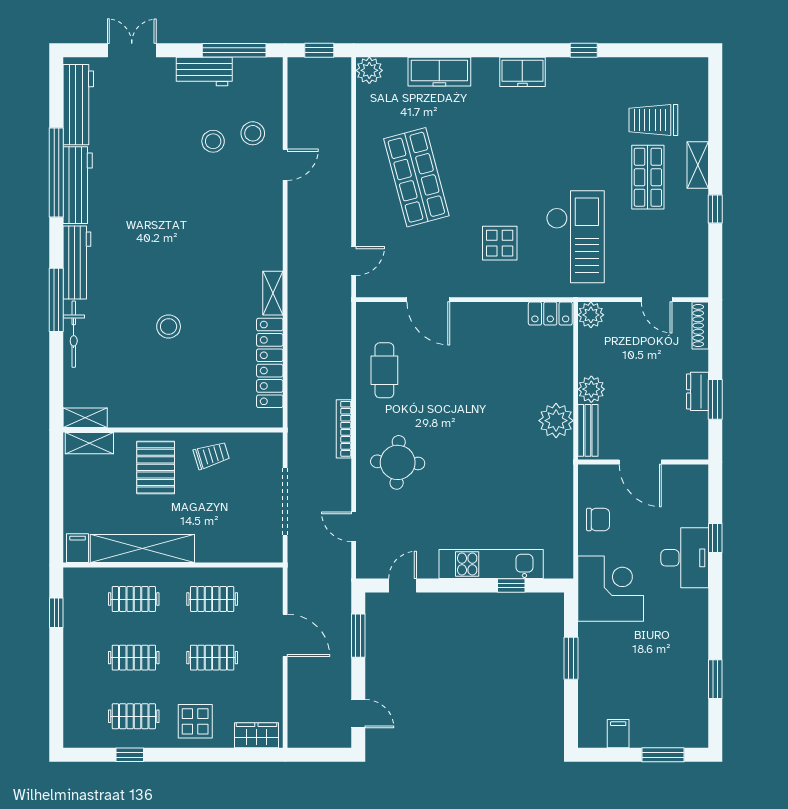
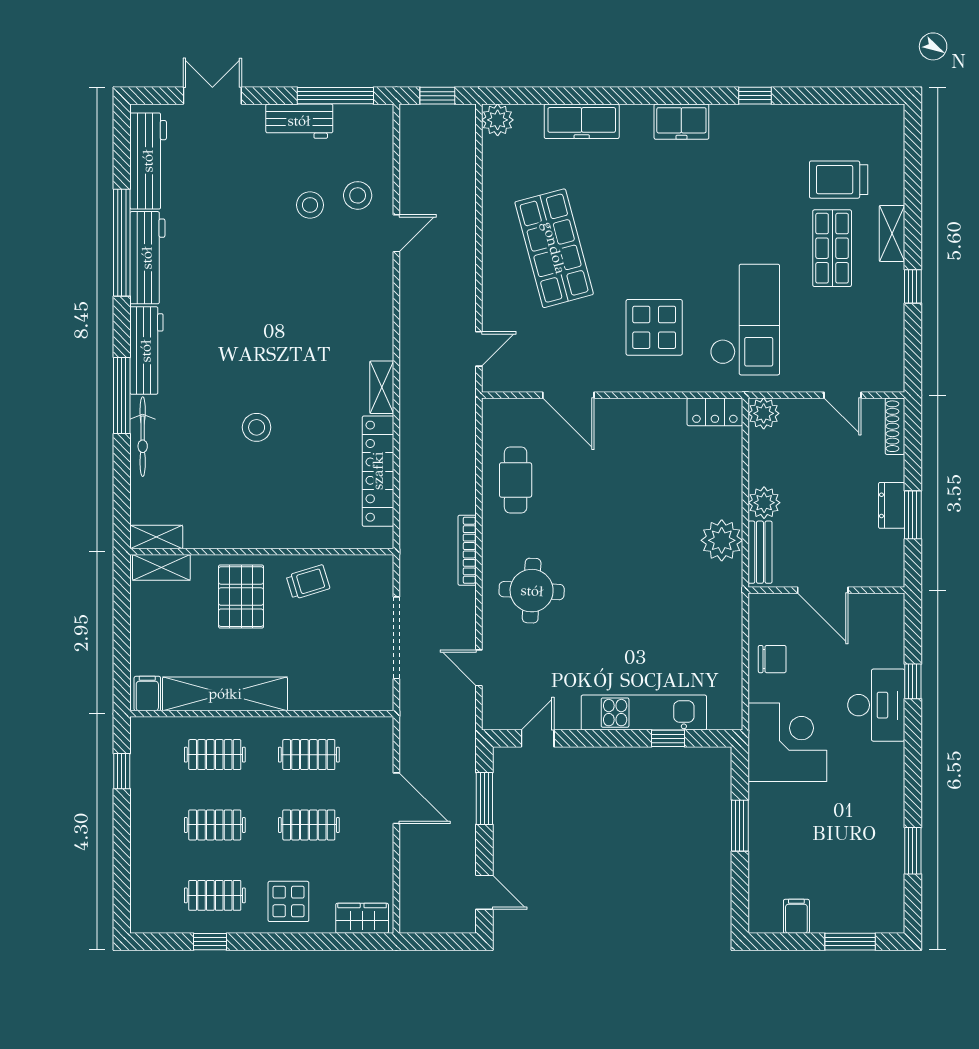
display table: (500, 243) -> (654, 327), width x1.36, depth x1.36

